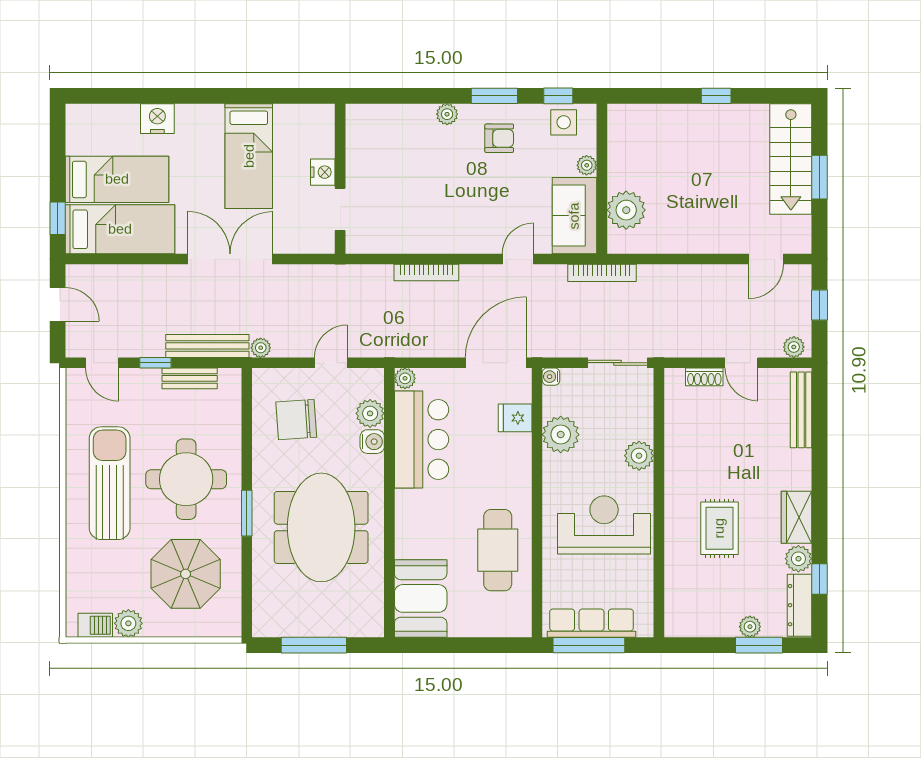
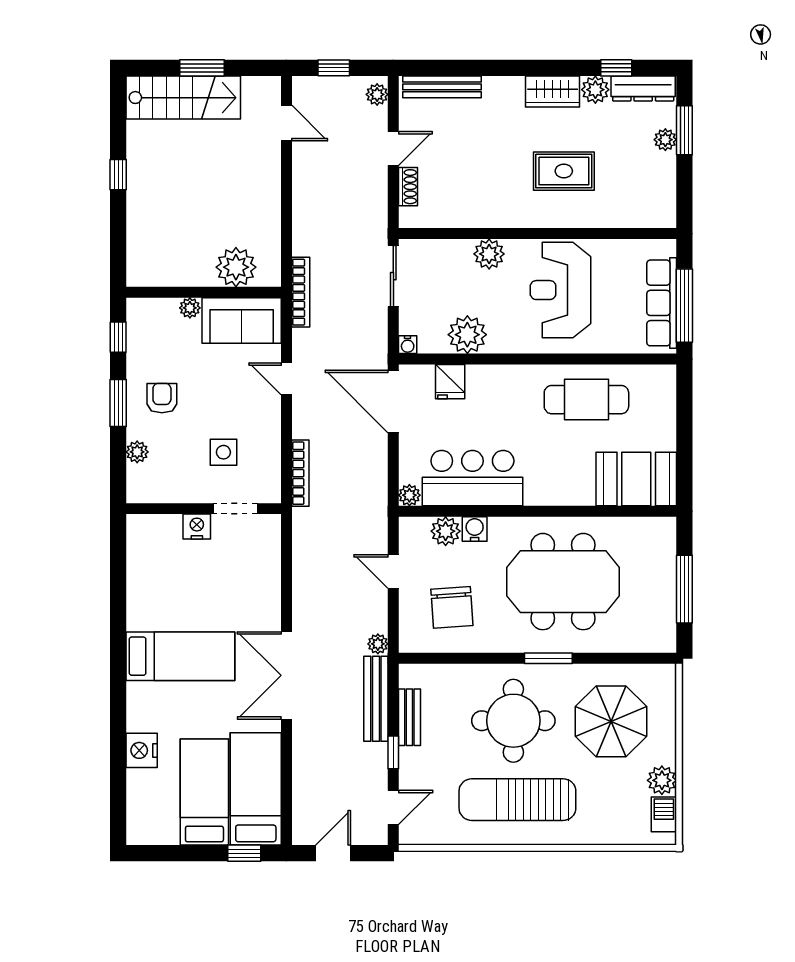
side table: (564, 122) -> (223, 452), moved
nightstand: (323, 172) -> (197, 527), moved
wall: (340, 179) -> (204, 509), moved
doorway: (340, 210) -> (235, 509), moved

